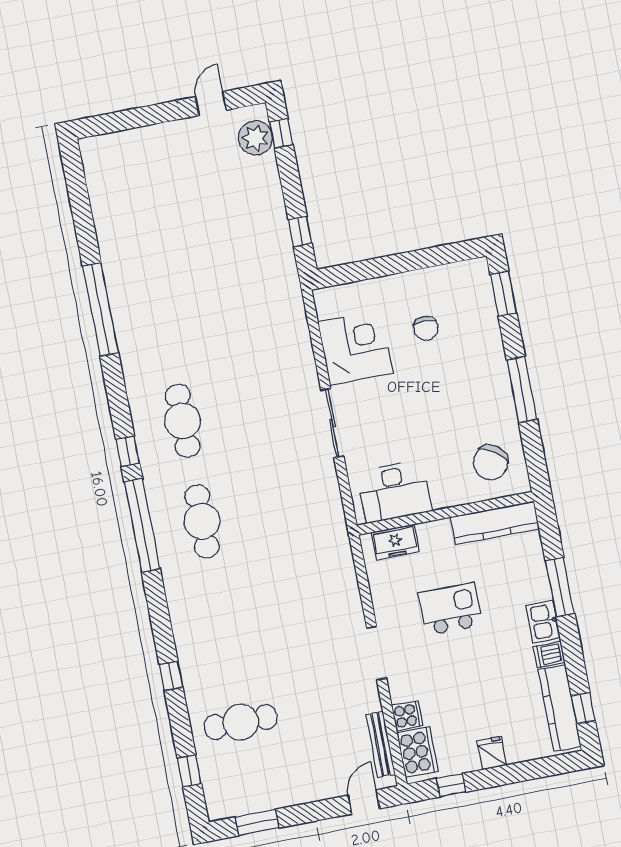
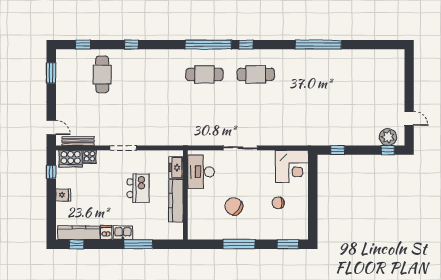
corner desk: (355, 348) -> (292, 166), moved
chair: (491, 462) -> (234, 206), moved
kitchen counter: (495, 523) -> (176, 201), moved

